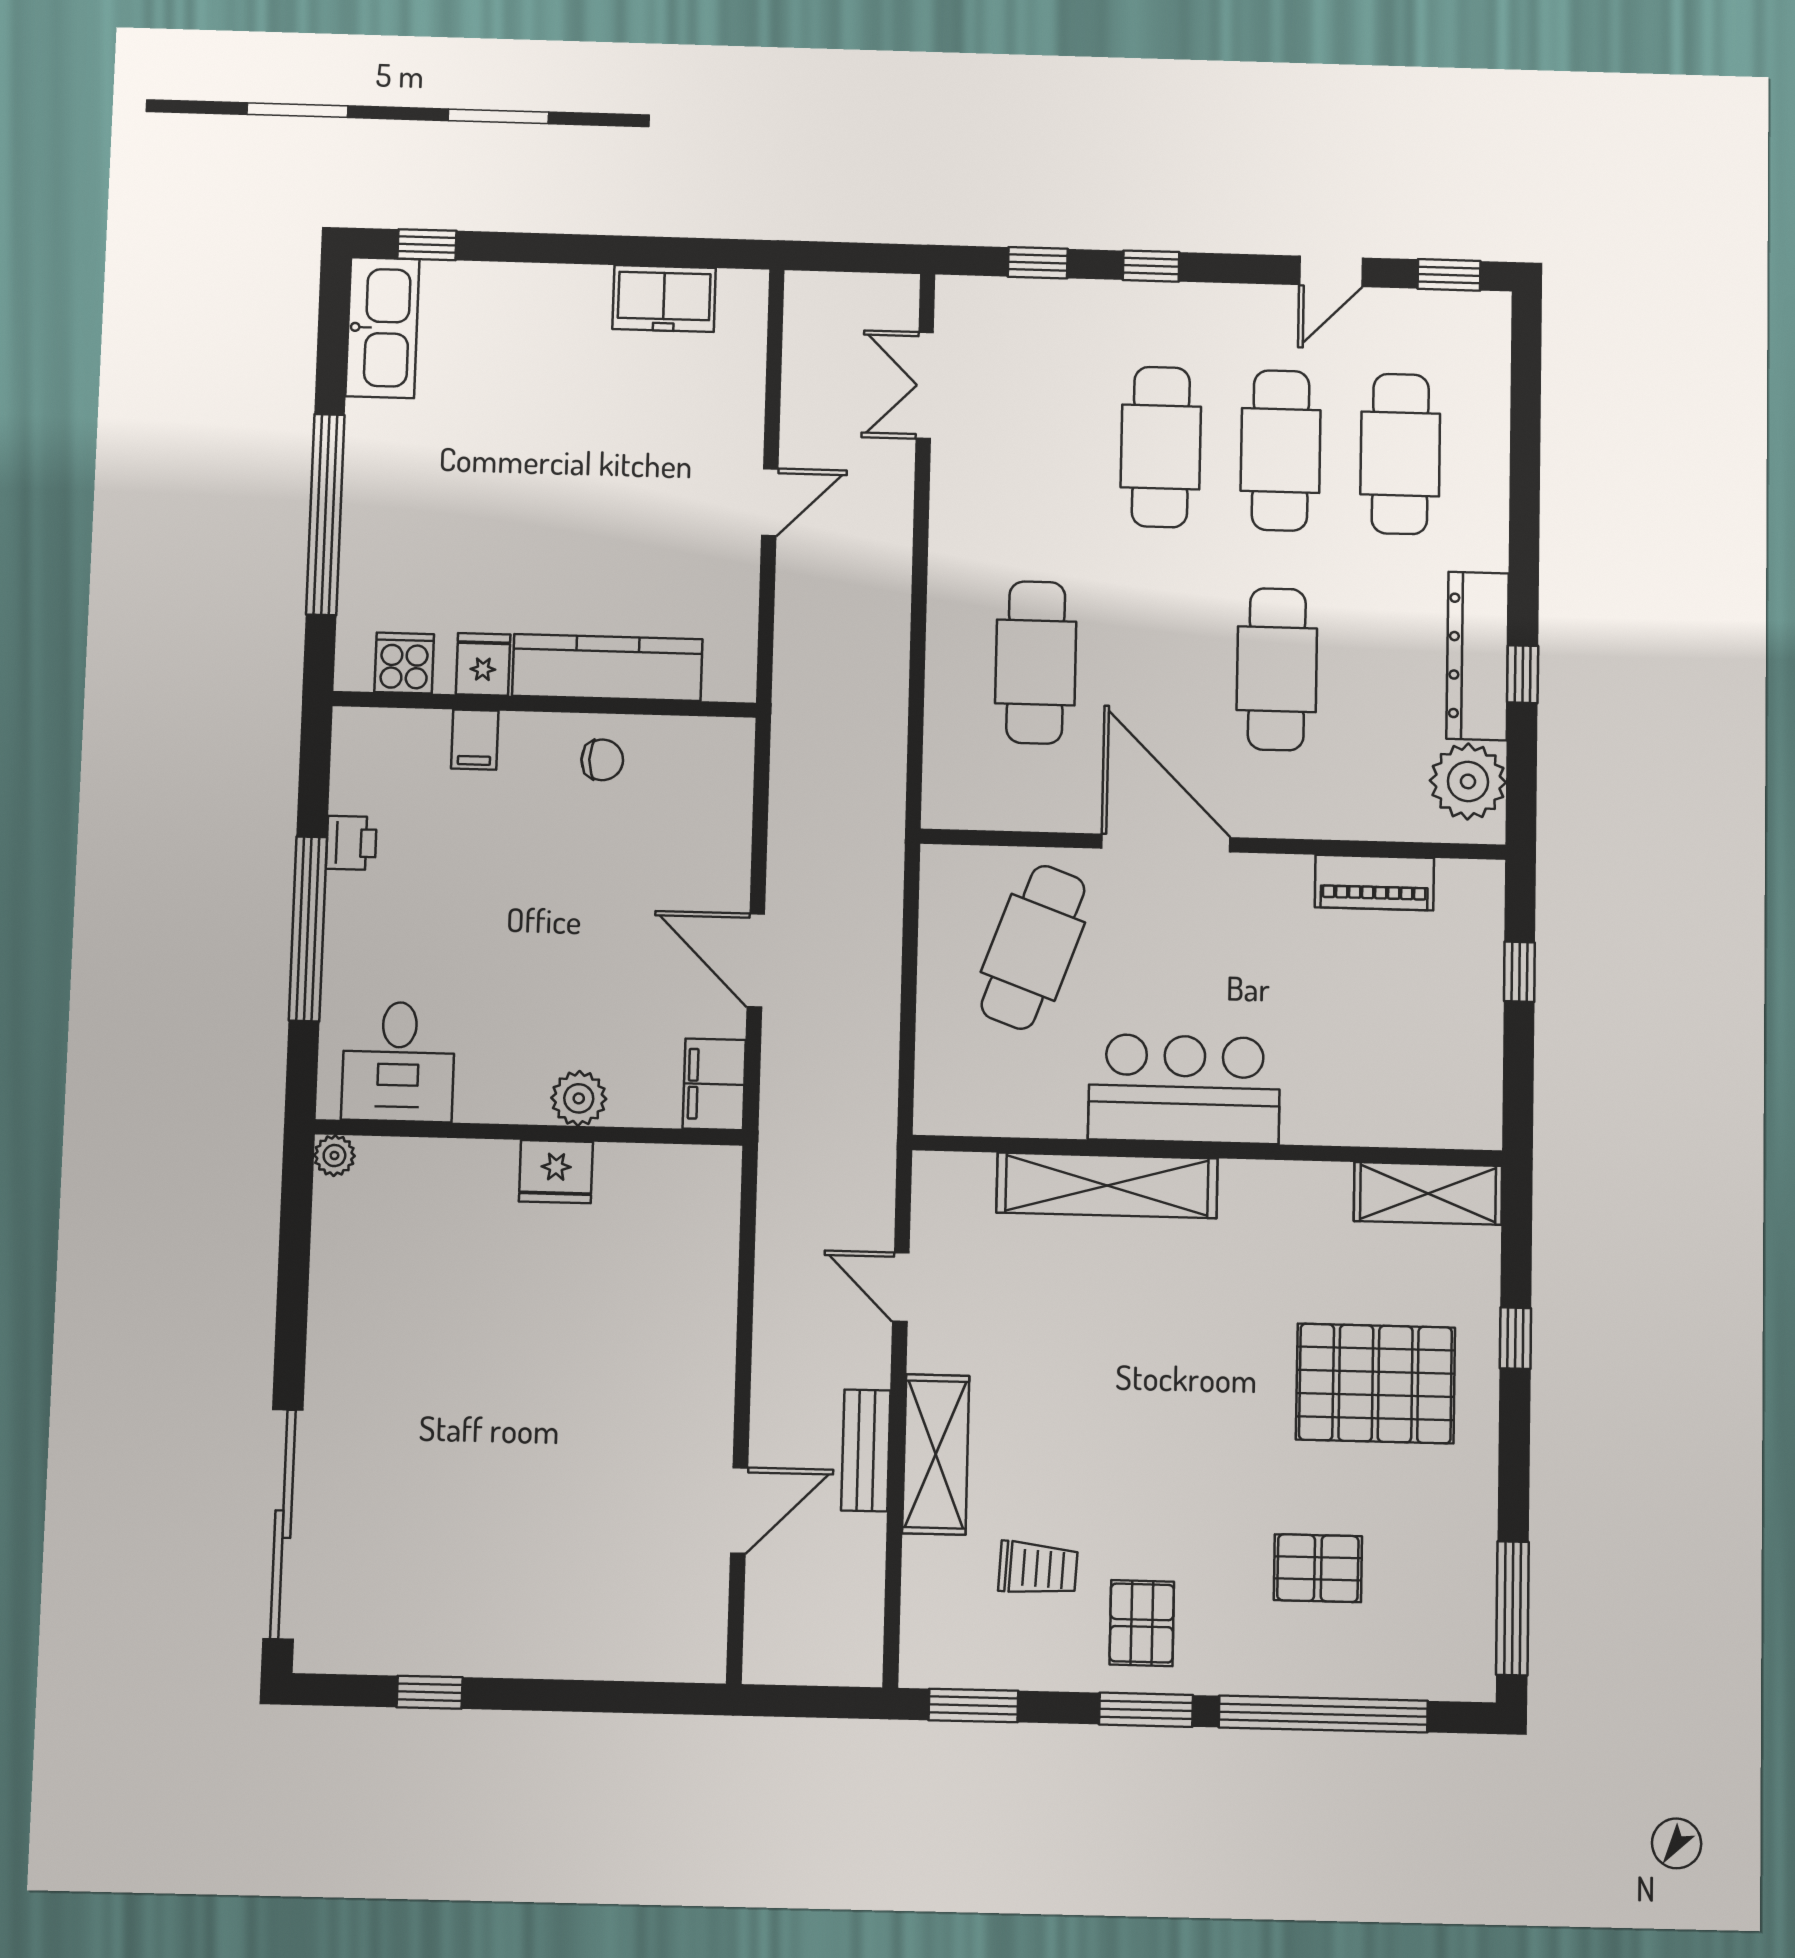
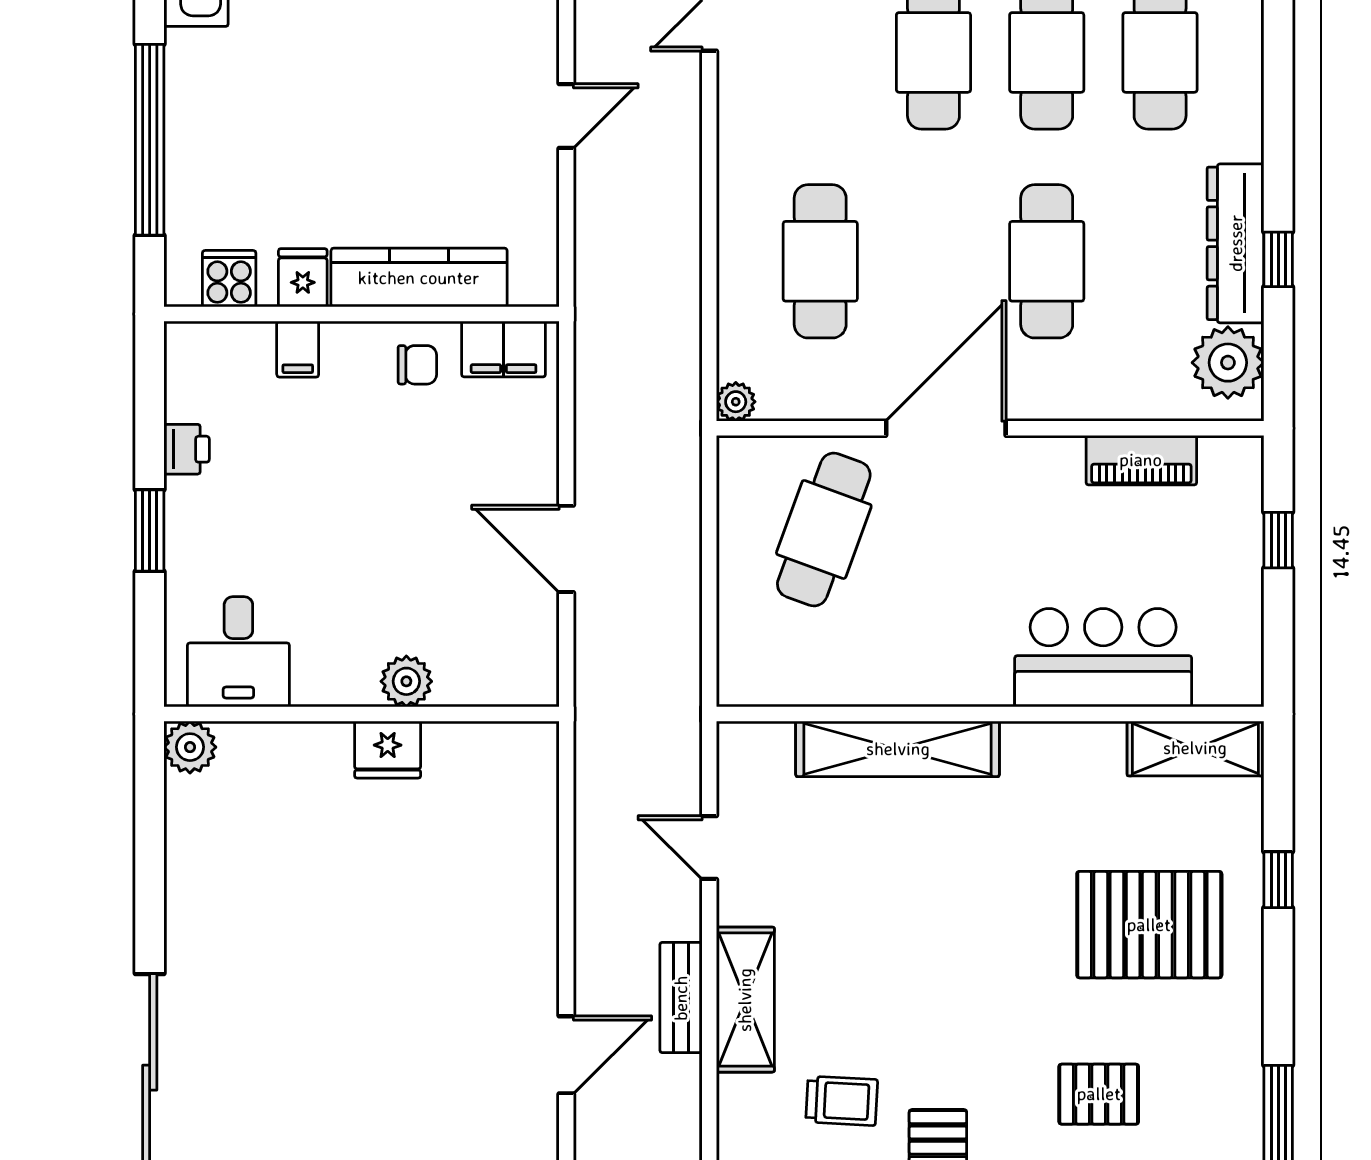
plant: (942, 808) -> (736, 402), added
door: (1166, 843) -> (946, 428), hinge flipped
window: (308, 929) -> (150, 531), width x0.47
filing cabinet: (714, 1084) -> (504, 349), moved, turned -90
bar counter: (1184, 1089) -> (1103, 658), moved
plant: (334, 1156) -> (190, 747), width x1.38, depth x1.38

